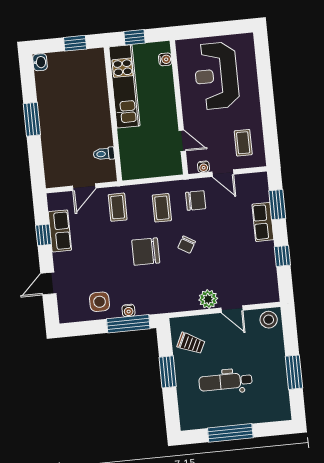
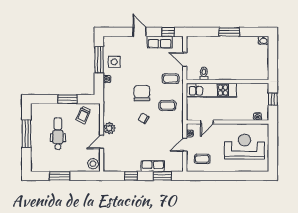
window: (75, 43) -> (273, 63), removed
kitchen unit: (124, 86) -> (211, 90), moved
chair: (196, 201) -> (170, 127), removed
window: (43, 235) -> (168, 32), moved
door: (48, 284) -> (140, 32), moved
window: (128, 324) -> (99, 60), moved

